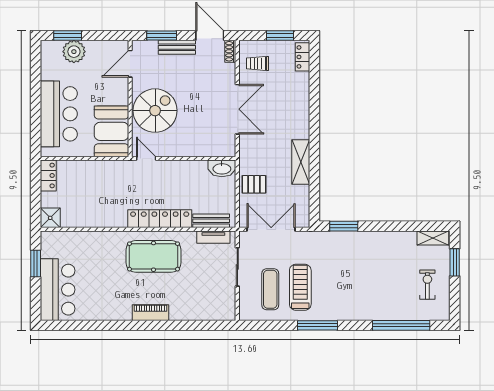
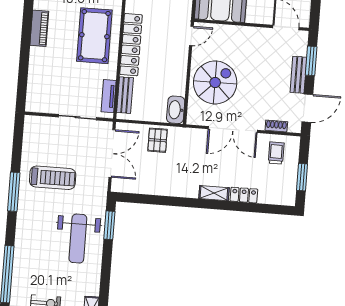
shoe rack: (230, 51) -> (276, 126), moved
locker: (303, 57) -> (244, 195), moved
spiral stairs: (155, 111) -> (215, 82), moved, turned -90
shelving: (301, 162) -> (214, 193), moved, width x0.67, depth x0.75
weight bench: (360, 257) -> (78, 239), added
exercise mat: (270, 289) -> (53, 148), removed

